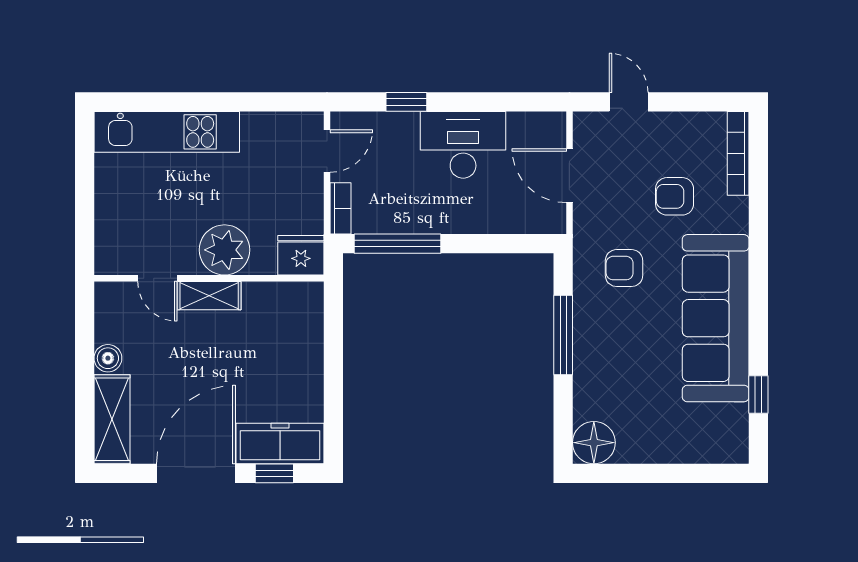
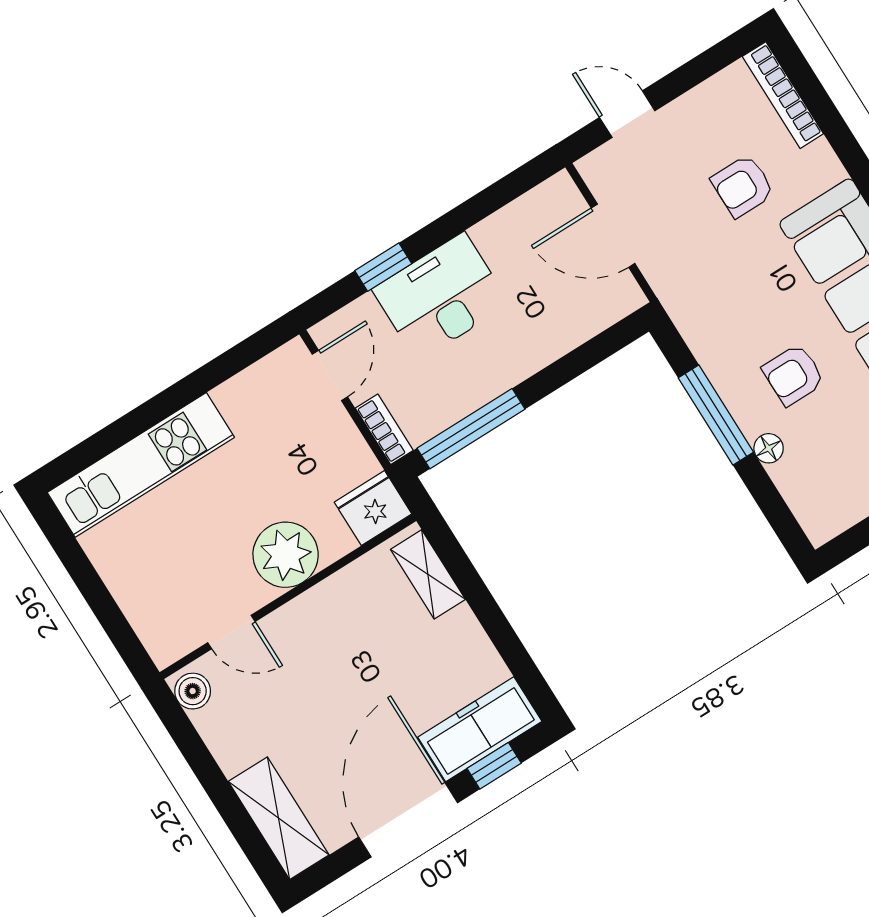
desk: (463, 145) -> (441, 297), moved
armchair: (624, 268) -> (793, 375), moved
shelving: (209, 296) -> (428, 574), moved, turned 90
boiler: (108, 358) -> (193, 691), moved
floor lamp: (594, 443) -> (769, 448), moved, width x0.53, depth x0.53

